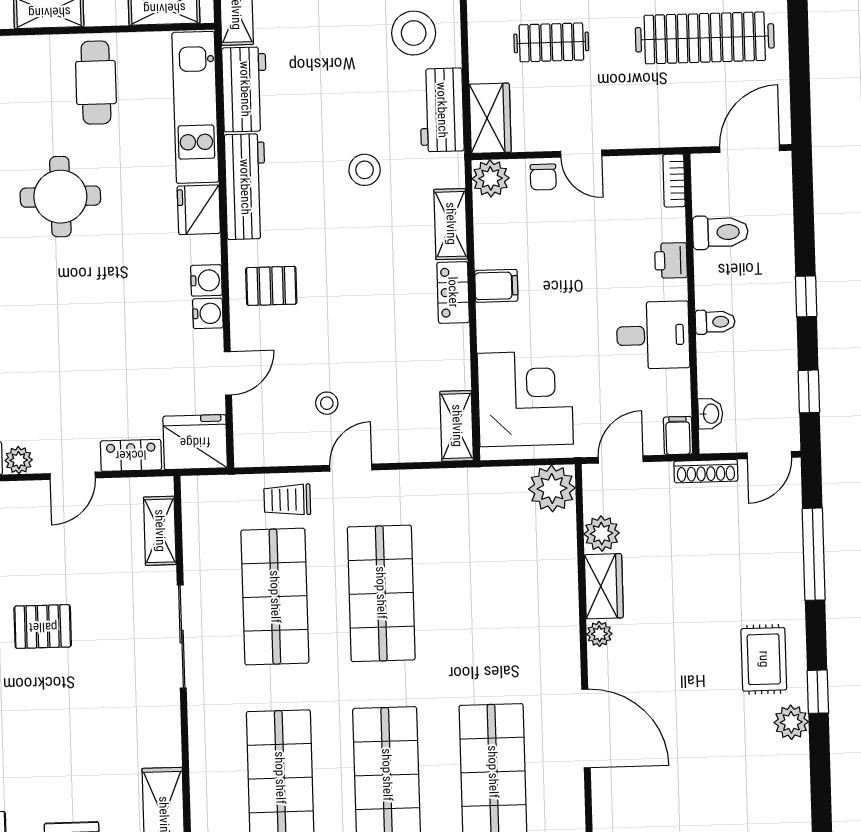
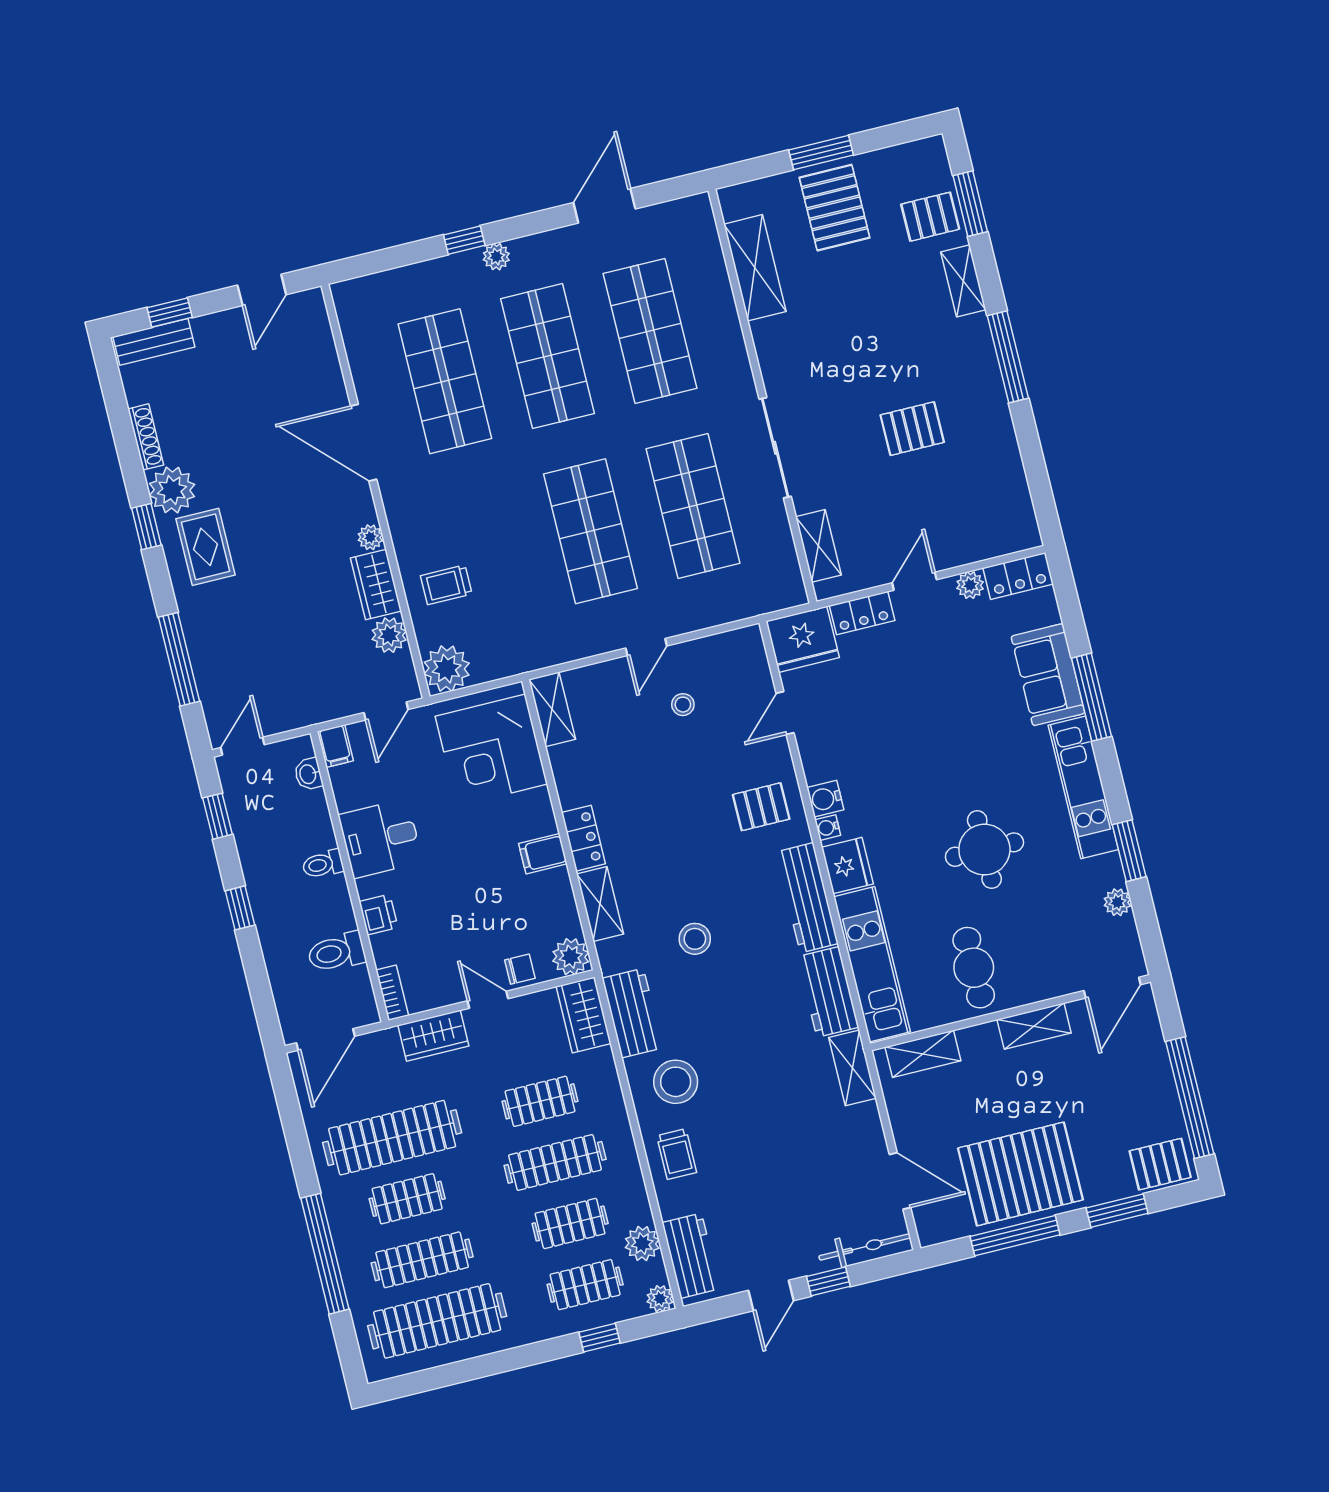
wardrobe: (643, 130) -> (433, 1036), added
chair: (543, 177) -> (520, 969), turned 90
water cooler: (208, 313) -> (828, 828), moved, width x0.72, depth x0.72
shoe rack: (706, 471) -> (146, 437), moved, turned 90
trolley: (287, 500) -> (446, 585), moved, turned 180
plant: (791, 722) -> (172, 490), width x1.36, depth x1.36

